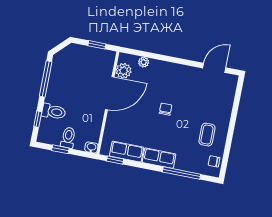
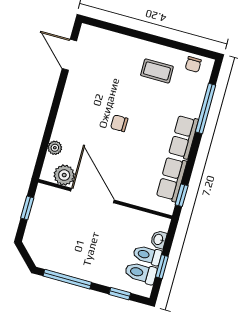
toilet: (54, 112) -> (141, 273), moved, turned -90
washbasin: (91, 147) -> (159, 240), moved

